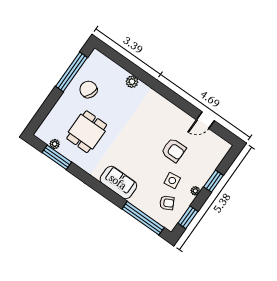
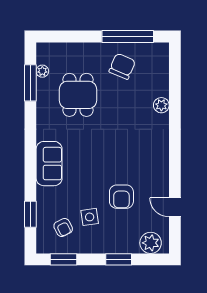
dining table: (87, 132) -> (78, 95), turned 90
plant: (195, 191) -> (151, 243), moved, width x1.87, depth x1.87
window: (143, 218) -> (30, 214), width x0.47

